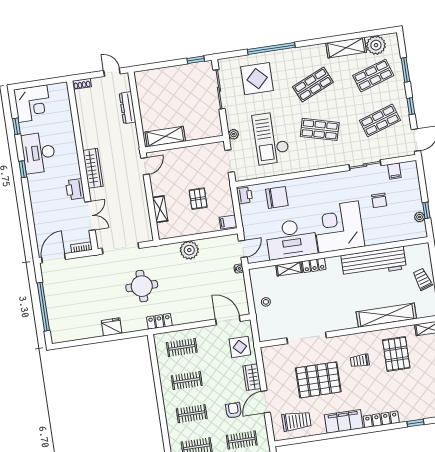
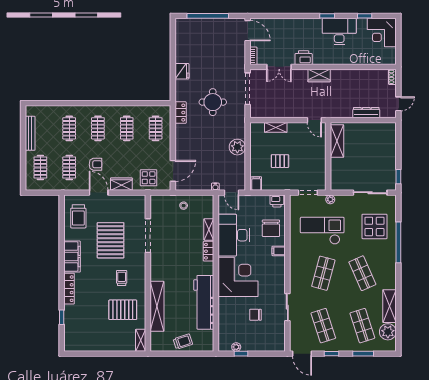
wardrobe: (93, 168) -> (319, 76), width x0.67
filing cabinet: (394, 171) -> (279, 251), moved

